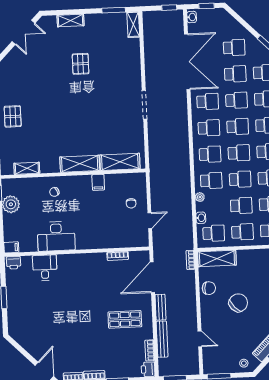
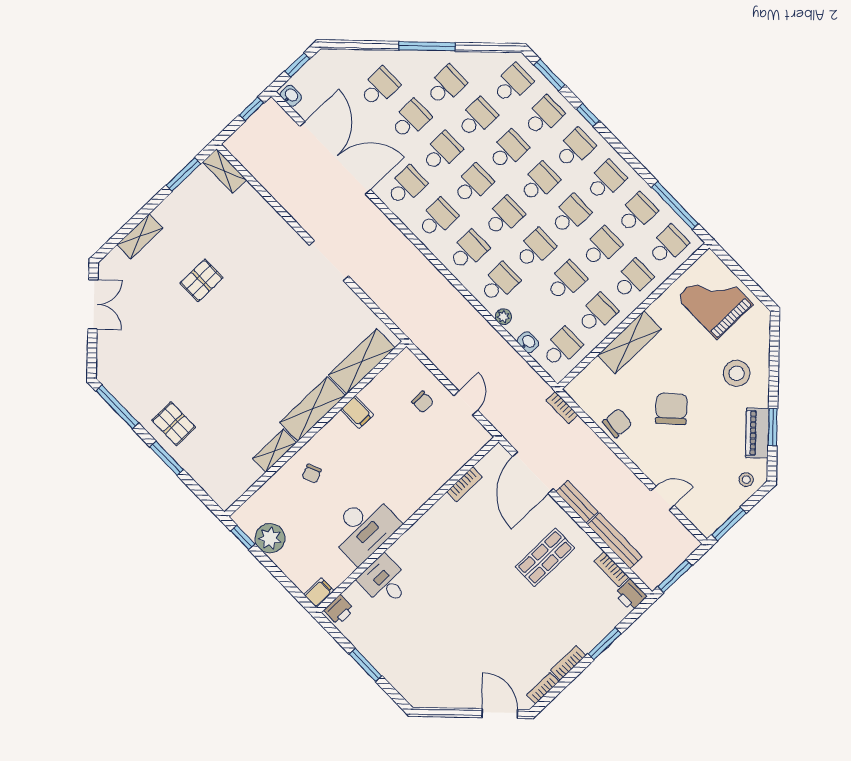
pallet: (81, 64) -> (201, 280), turned 90
shelving: (27, 168) -> (275, 451), moved
shelving: (217, 258) -> (629, 342), moved

